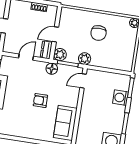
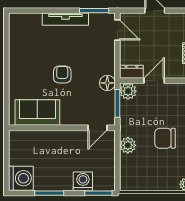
door: (55, 34) -> (154, 81), hinge flipped
door: (26, 57) -> (117, 30), moved
plant: (85, 59) -> (128, 145), moved
door: (83, 81) -> (97, 128), swing flipped

